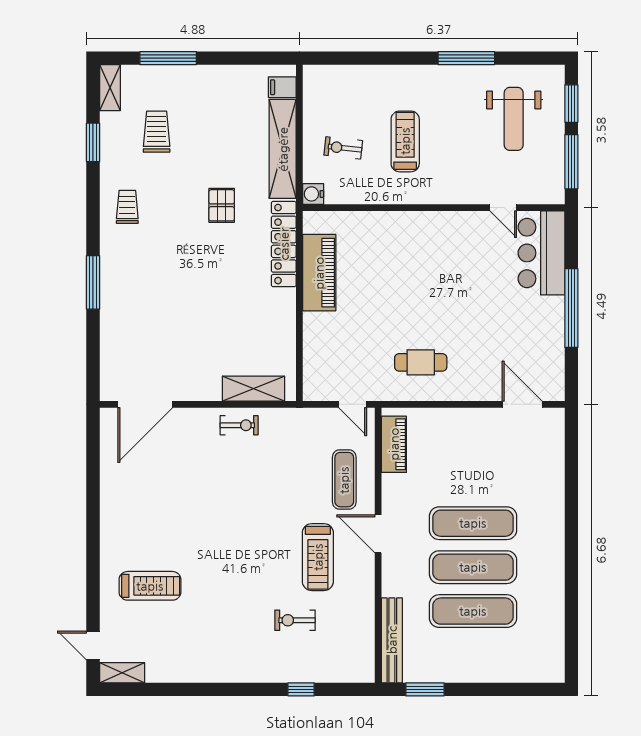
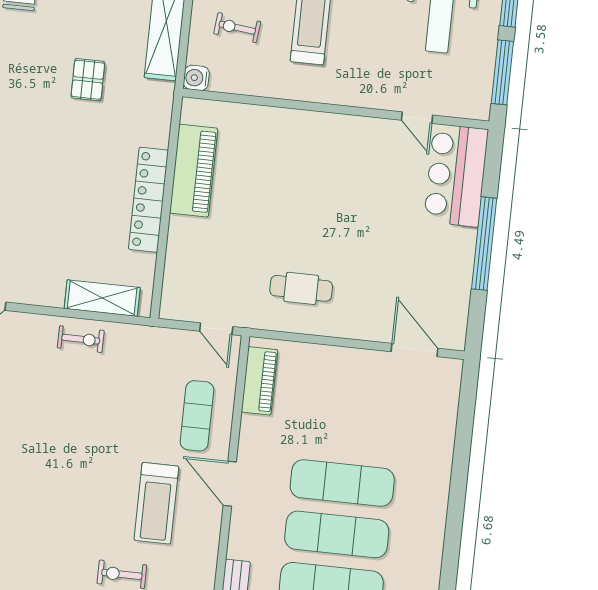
locker: (284, 244) -> (148, 200), moved

